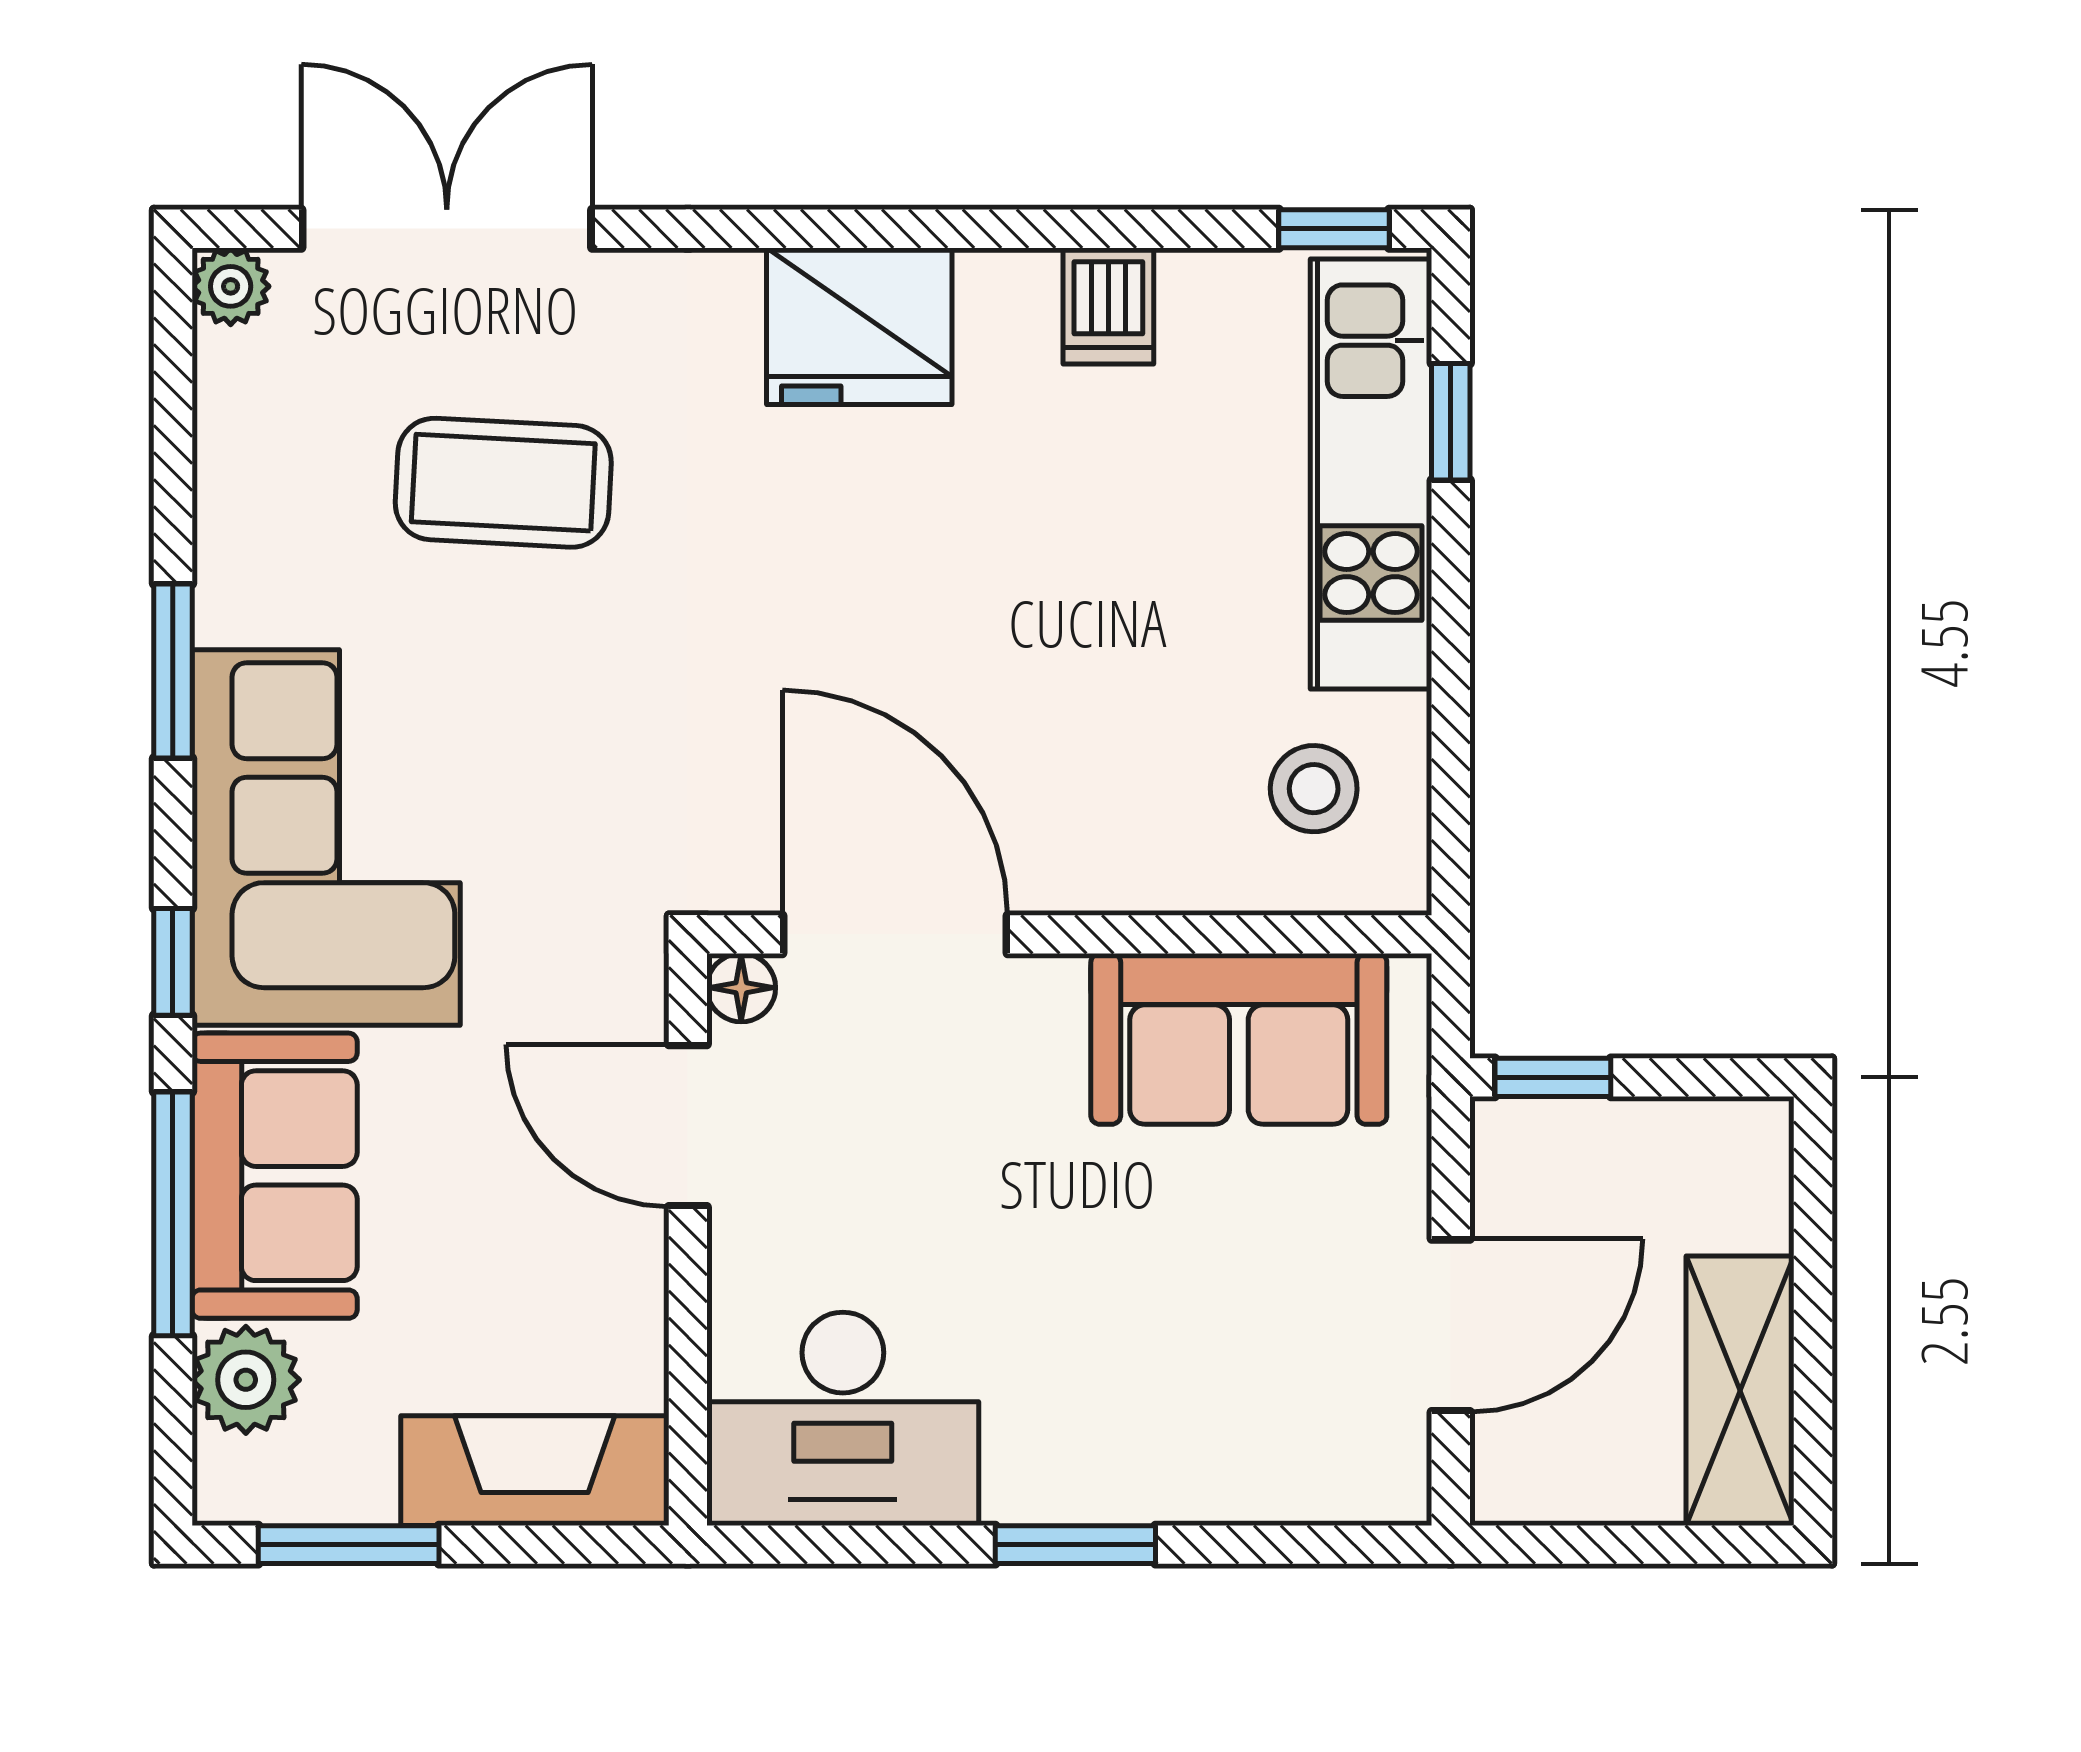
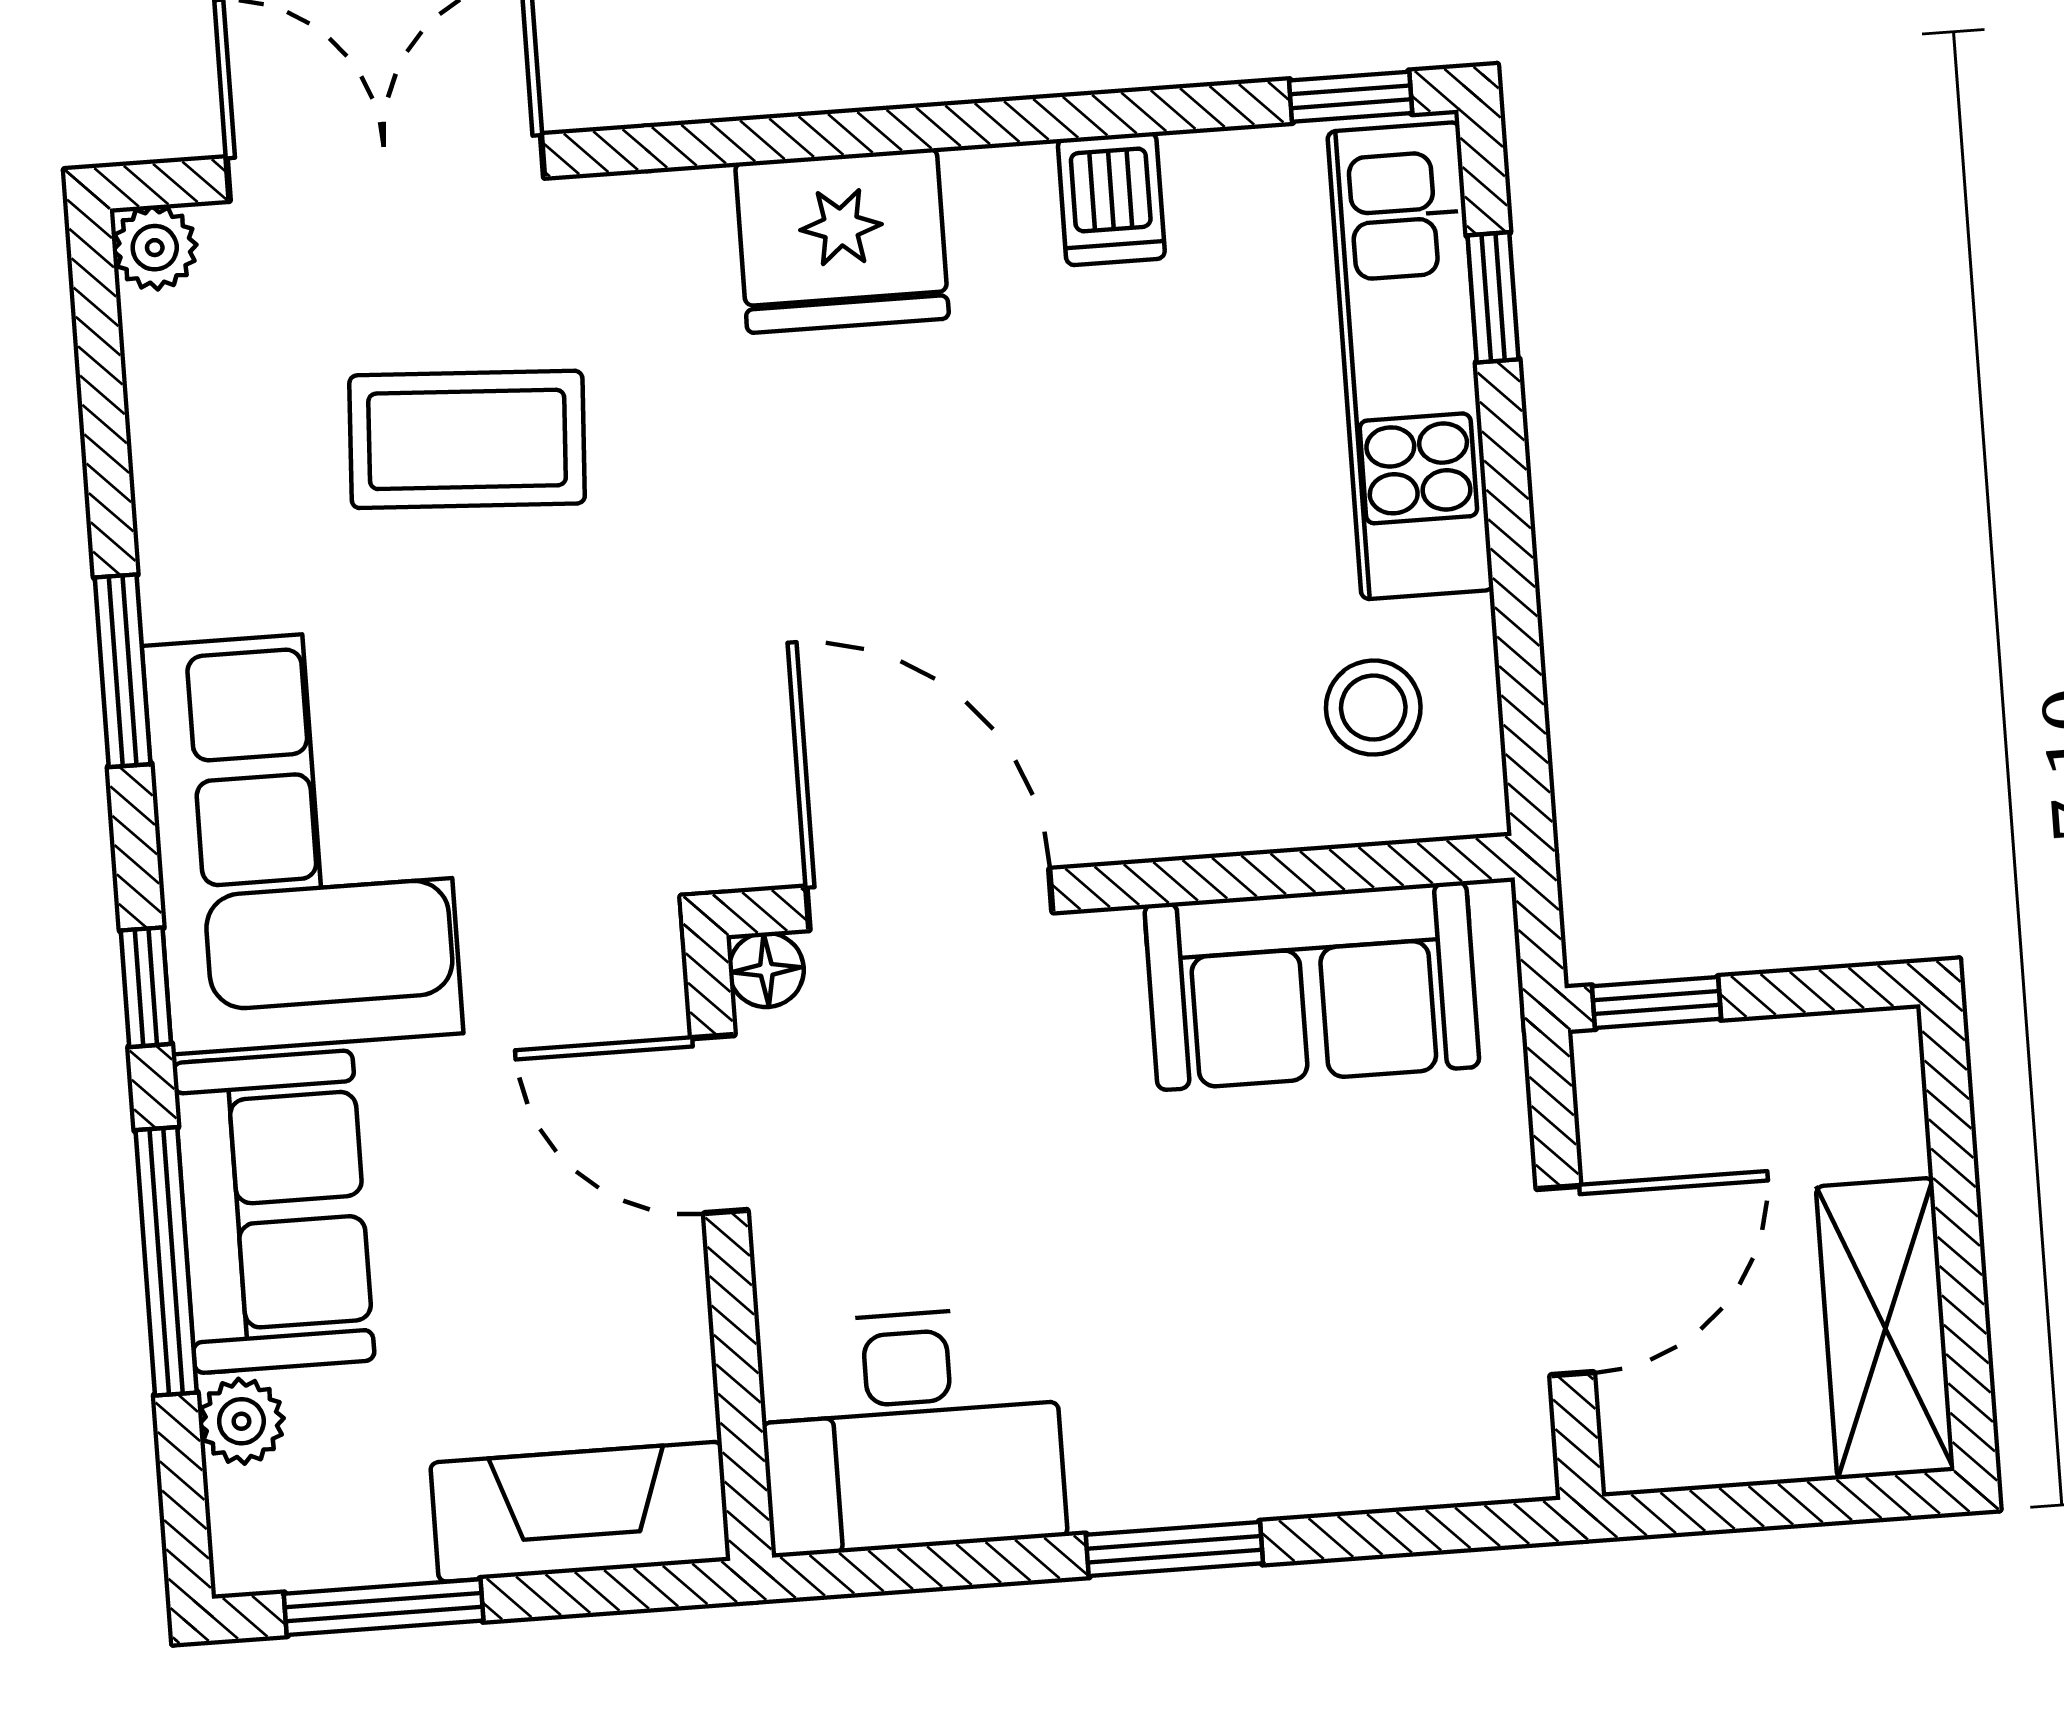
plant: (246, 1380) -> (241, 1421), width x0.73, depth x0.73

